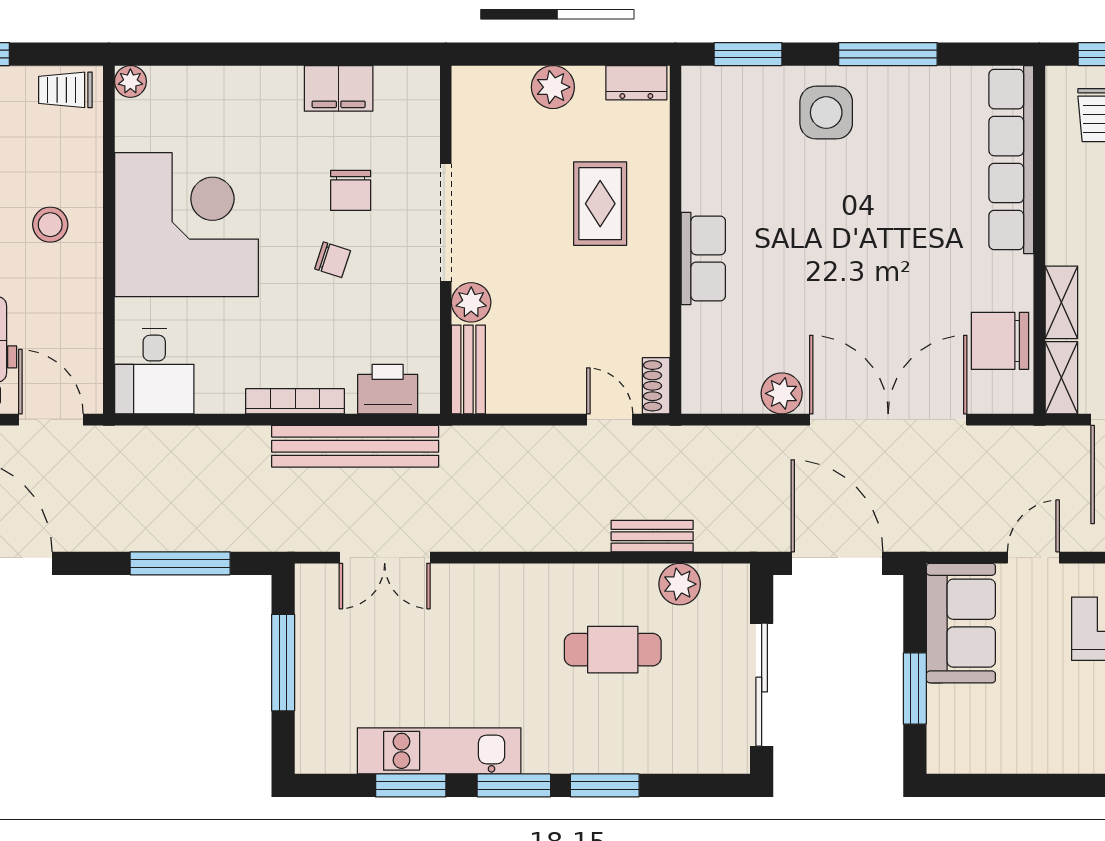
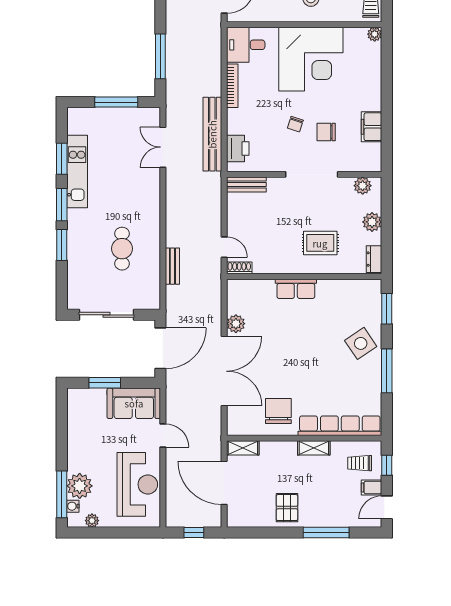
side table: (826, 113) -> (361, 343), turned -34
plant: (471, 302) -> (363, 186), moved
shelving: (1061, 302) -> (314, 448), moved
chair: (1000, 341) -> (278, 411), moved
bookcase: (295, 401) -> (232, 86), moved
door: (610, 420) -> (224, 247), hinge flipped
plant: (680, 584) -> (151, 278), removed

